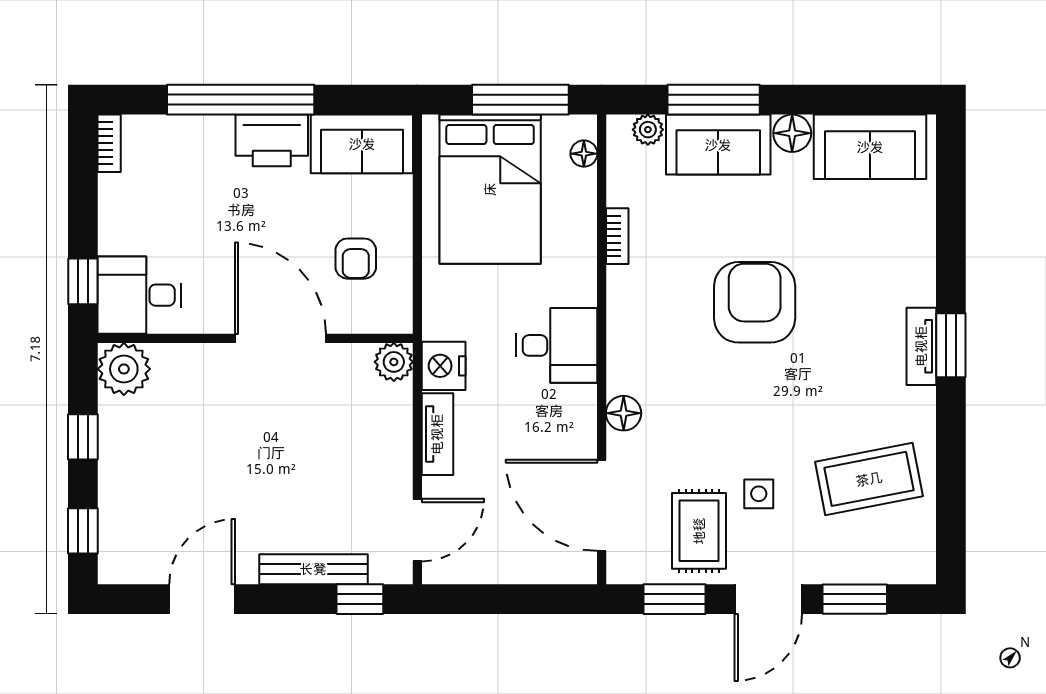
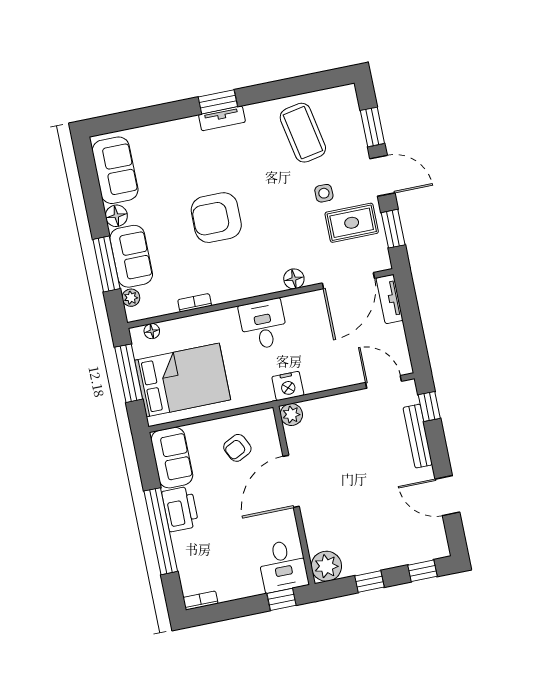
armchair: (356, 259) -> (237, 448), turned 153
tv unit: (437, 434) -> (390, 299), moved, turned -90

